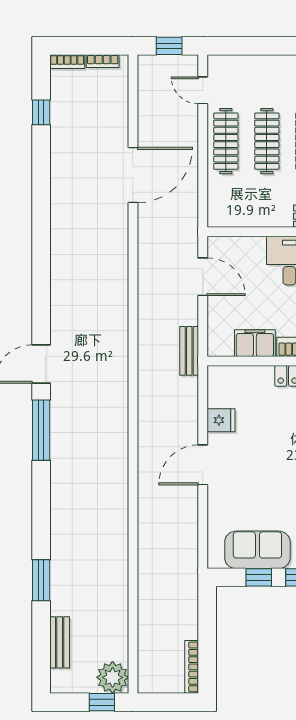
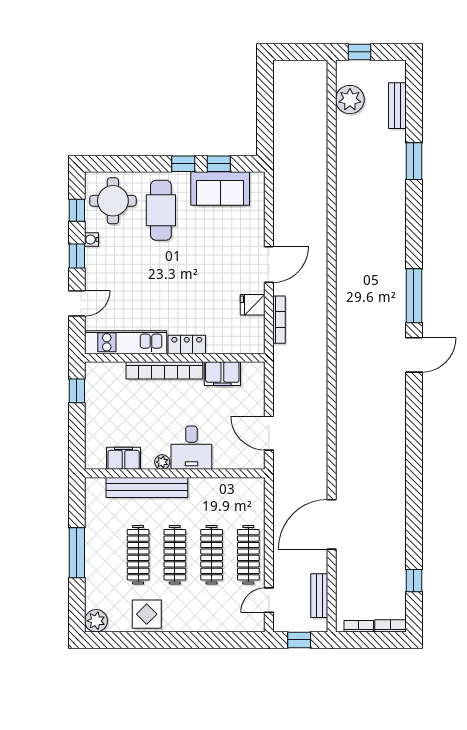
door: (203, 90) -> (269, 600), swing flipped
bench: (189, 351) -> (319, 596), moved
bookcase: (192, 667) -> (279, 320), moved
plant: (113, 677) -> (350, 100), moved

